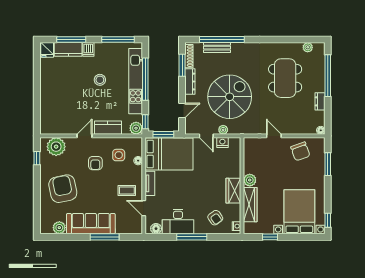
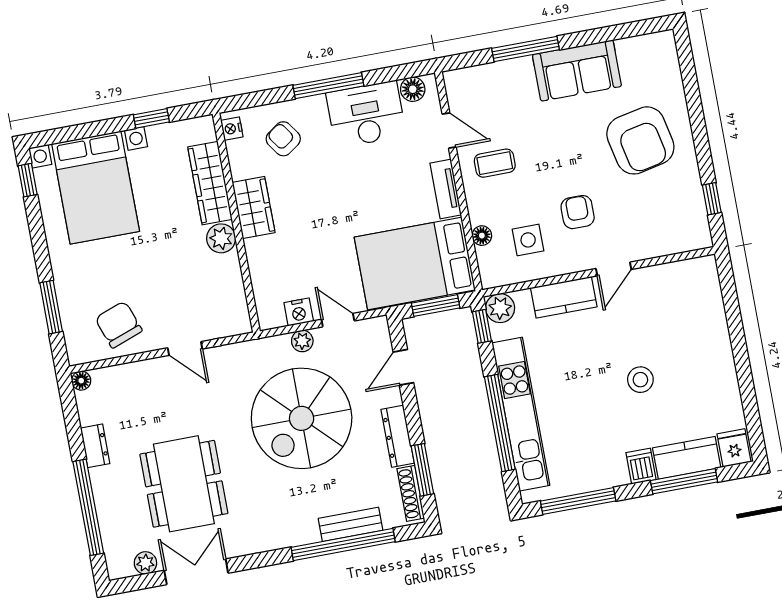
double door: (287, 40) -> (196, 572), added
stool: (100, 80) -> (640, 380), moved
plant: (56, 147) -> (673, 233), removed
sofa: (91, 224) -> (577, 71), width x0.73
plant: (59, 228) -> (632, 51), removed

